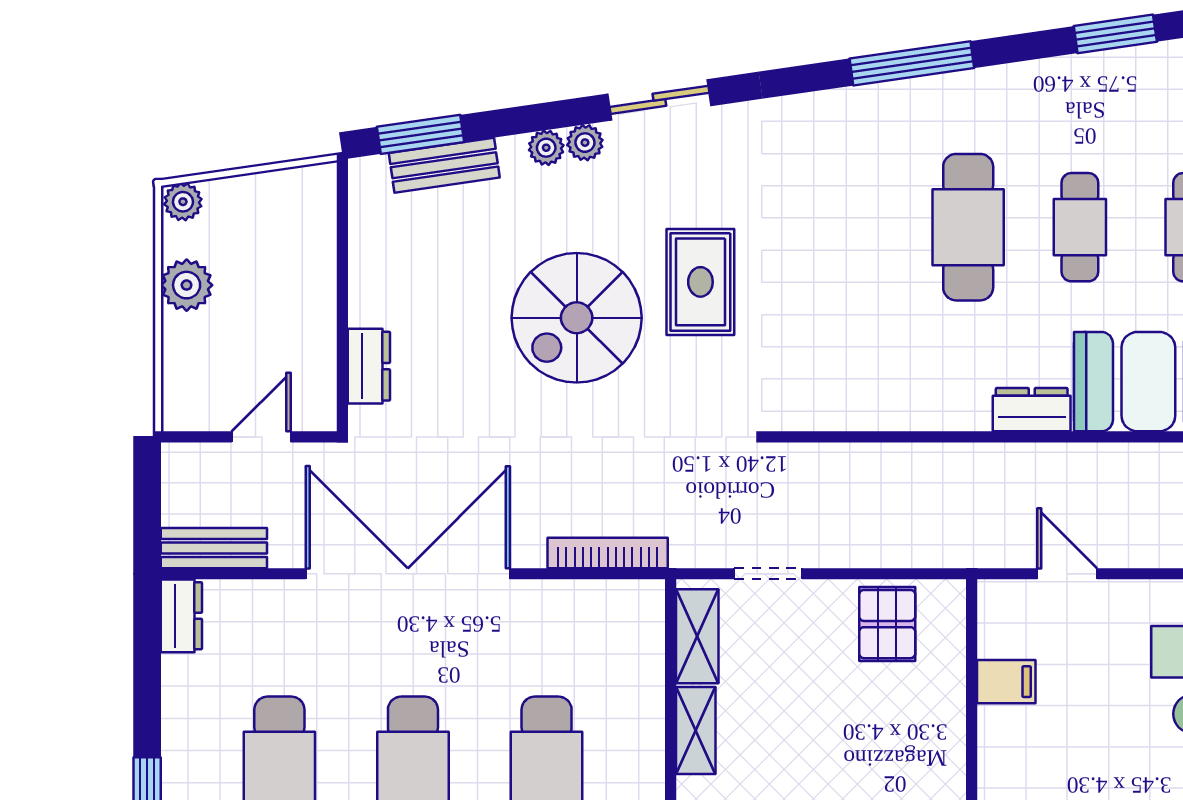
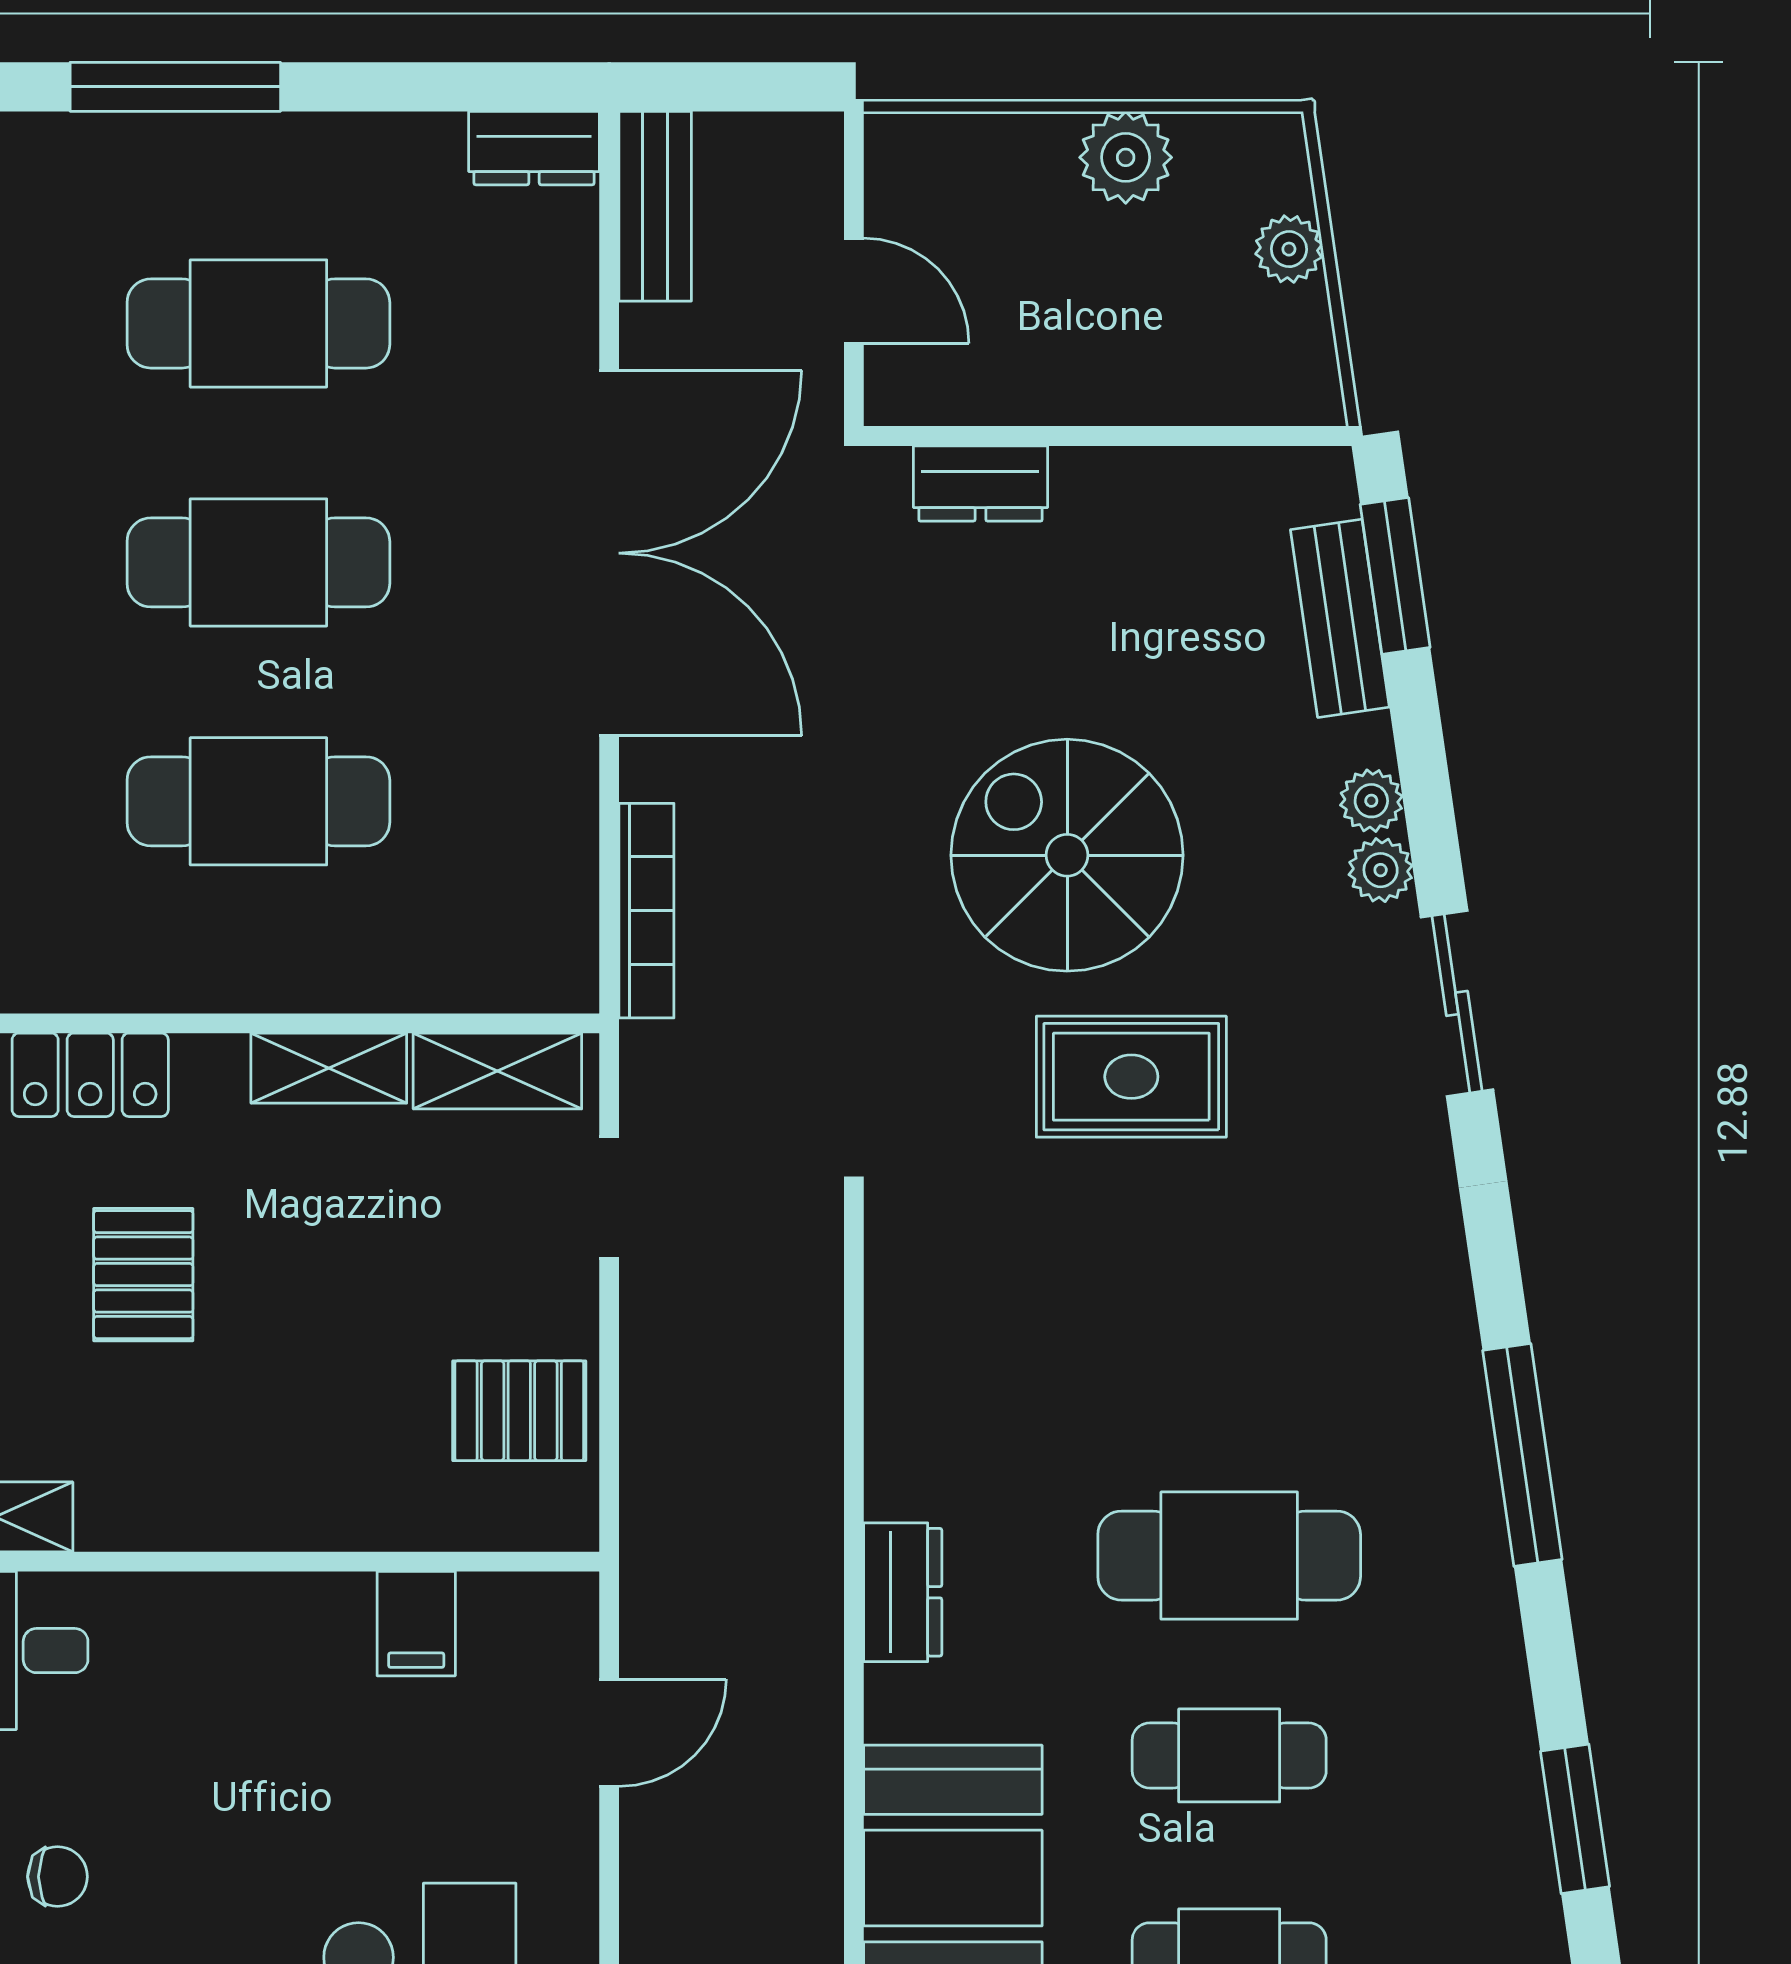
plant: (183, 202) -> (1289, 249), moved
dresser: (1032, 410) -> (903, 1592), moved

